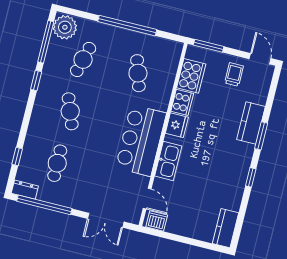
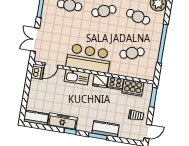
freezer: (235, 188) -> (62, 121), added

